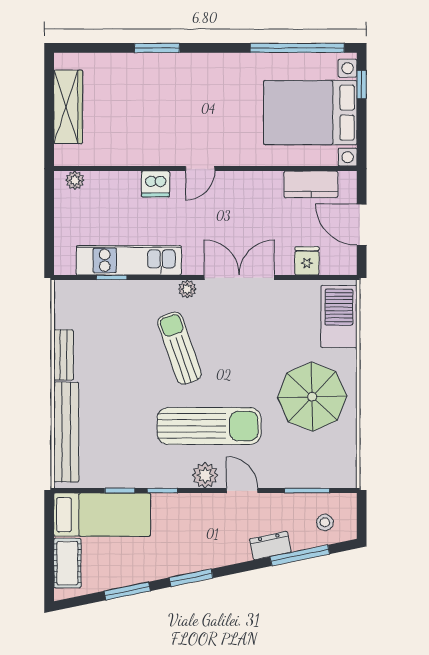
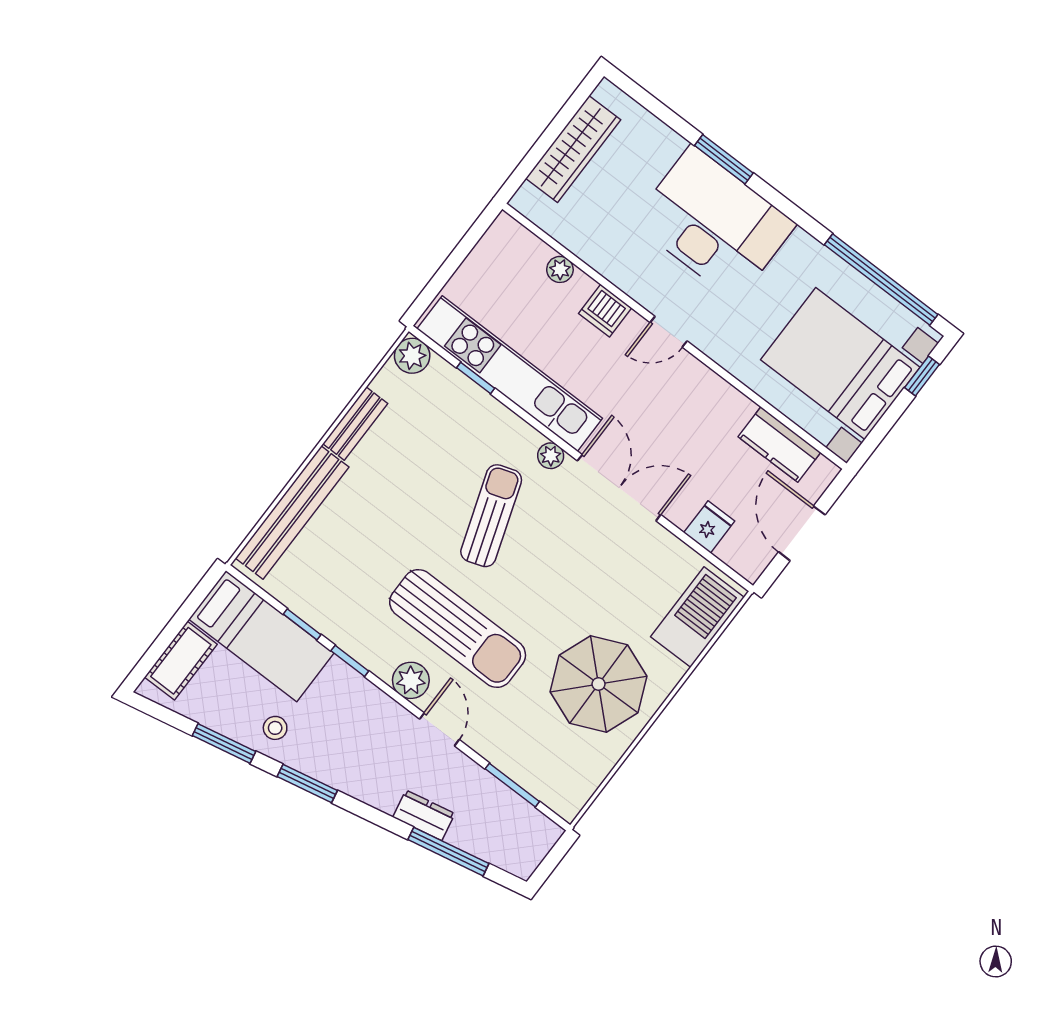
desk: (179, 88) -> (714, 223), added
plant: (75, 180) -> (560, 269), moved
kitchen unit: (129, 260) -> (510, 374), width x1.36
plant: (66, 292) -> (412, 356), added
stool: (325, 522) -> (275, 728), moved

